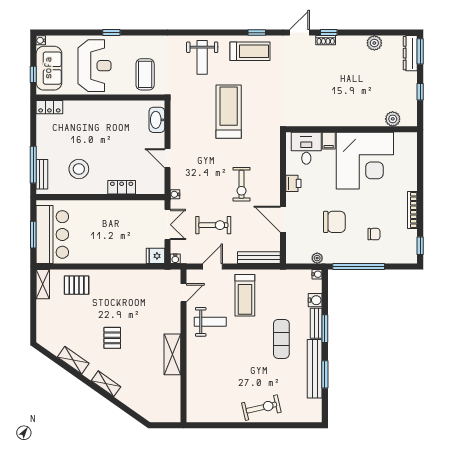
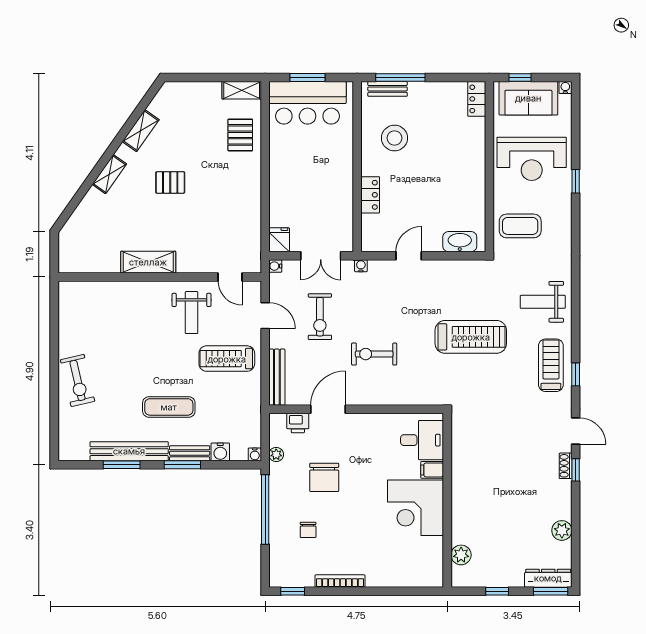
treadmill: (250, 51) -> (551, 365), turned 180
corner desk: (365, 161) -> (416, 508), width x0.74, depth x0.74
printer: (293, 183) -> (298, 423), moved

